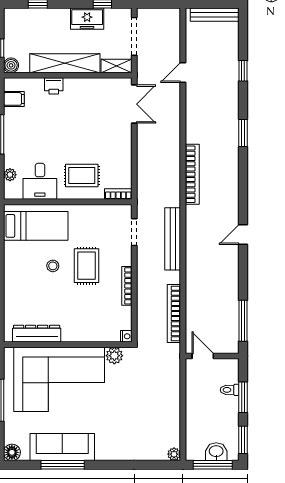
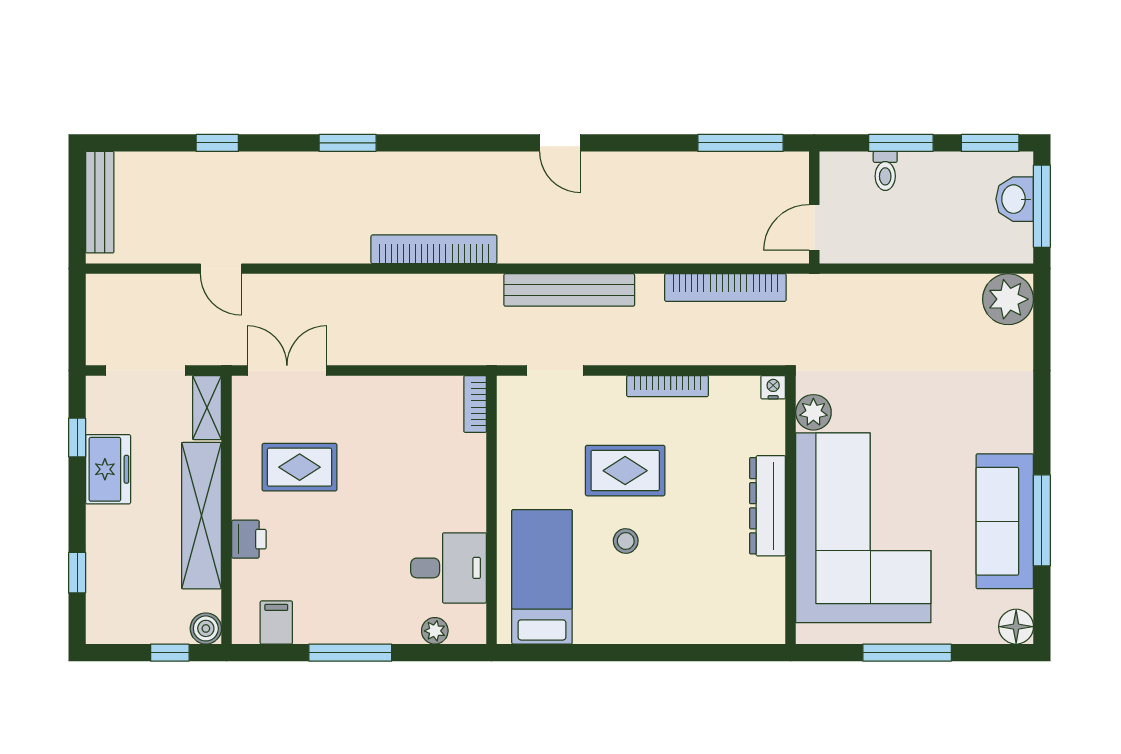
rug: (82, 176) -> (300, 467), moved, turned 90
dresser: (37, 334) -> (768, 506), moved
plant: (174, 454) -> (1008, 299), width x1.87, depth x1.87

